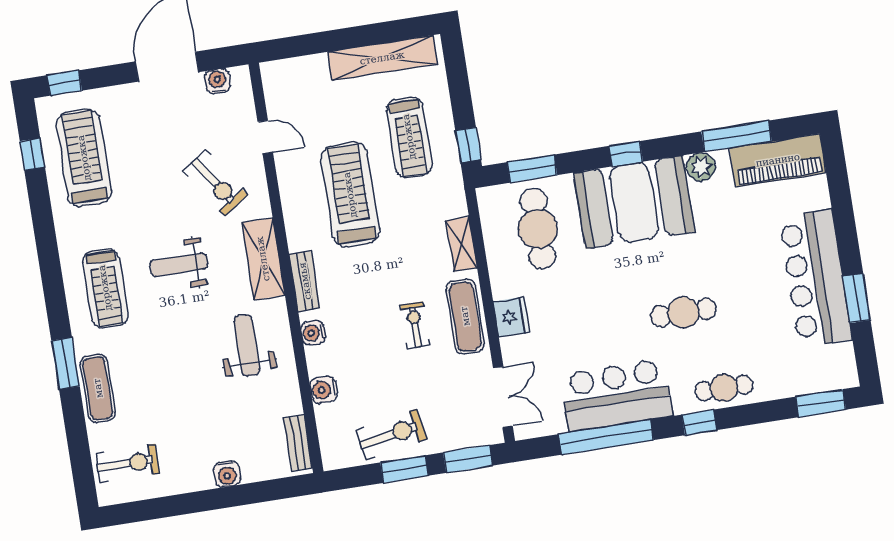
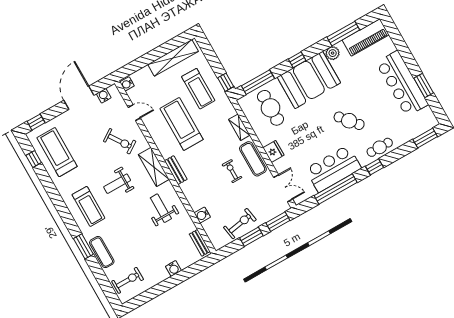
window: (532, 169) -> (258, 82), width x1.44
cafe table: (683, 312) -> (349, 121), turned 50
water cooler: (313, 333) -> (127, 84), moved

